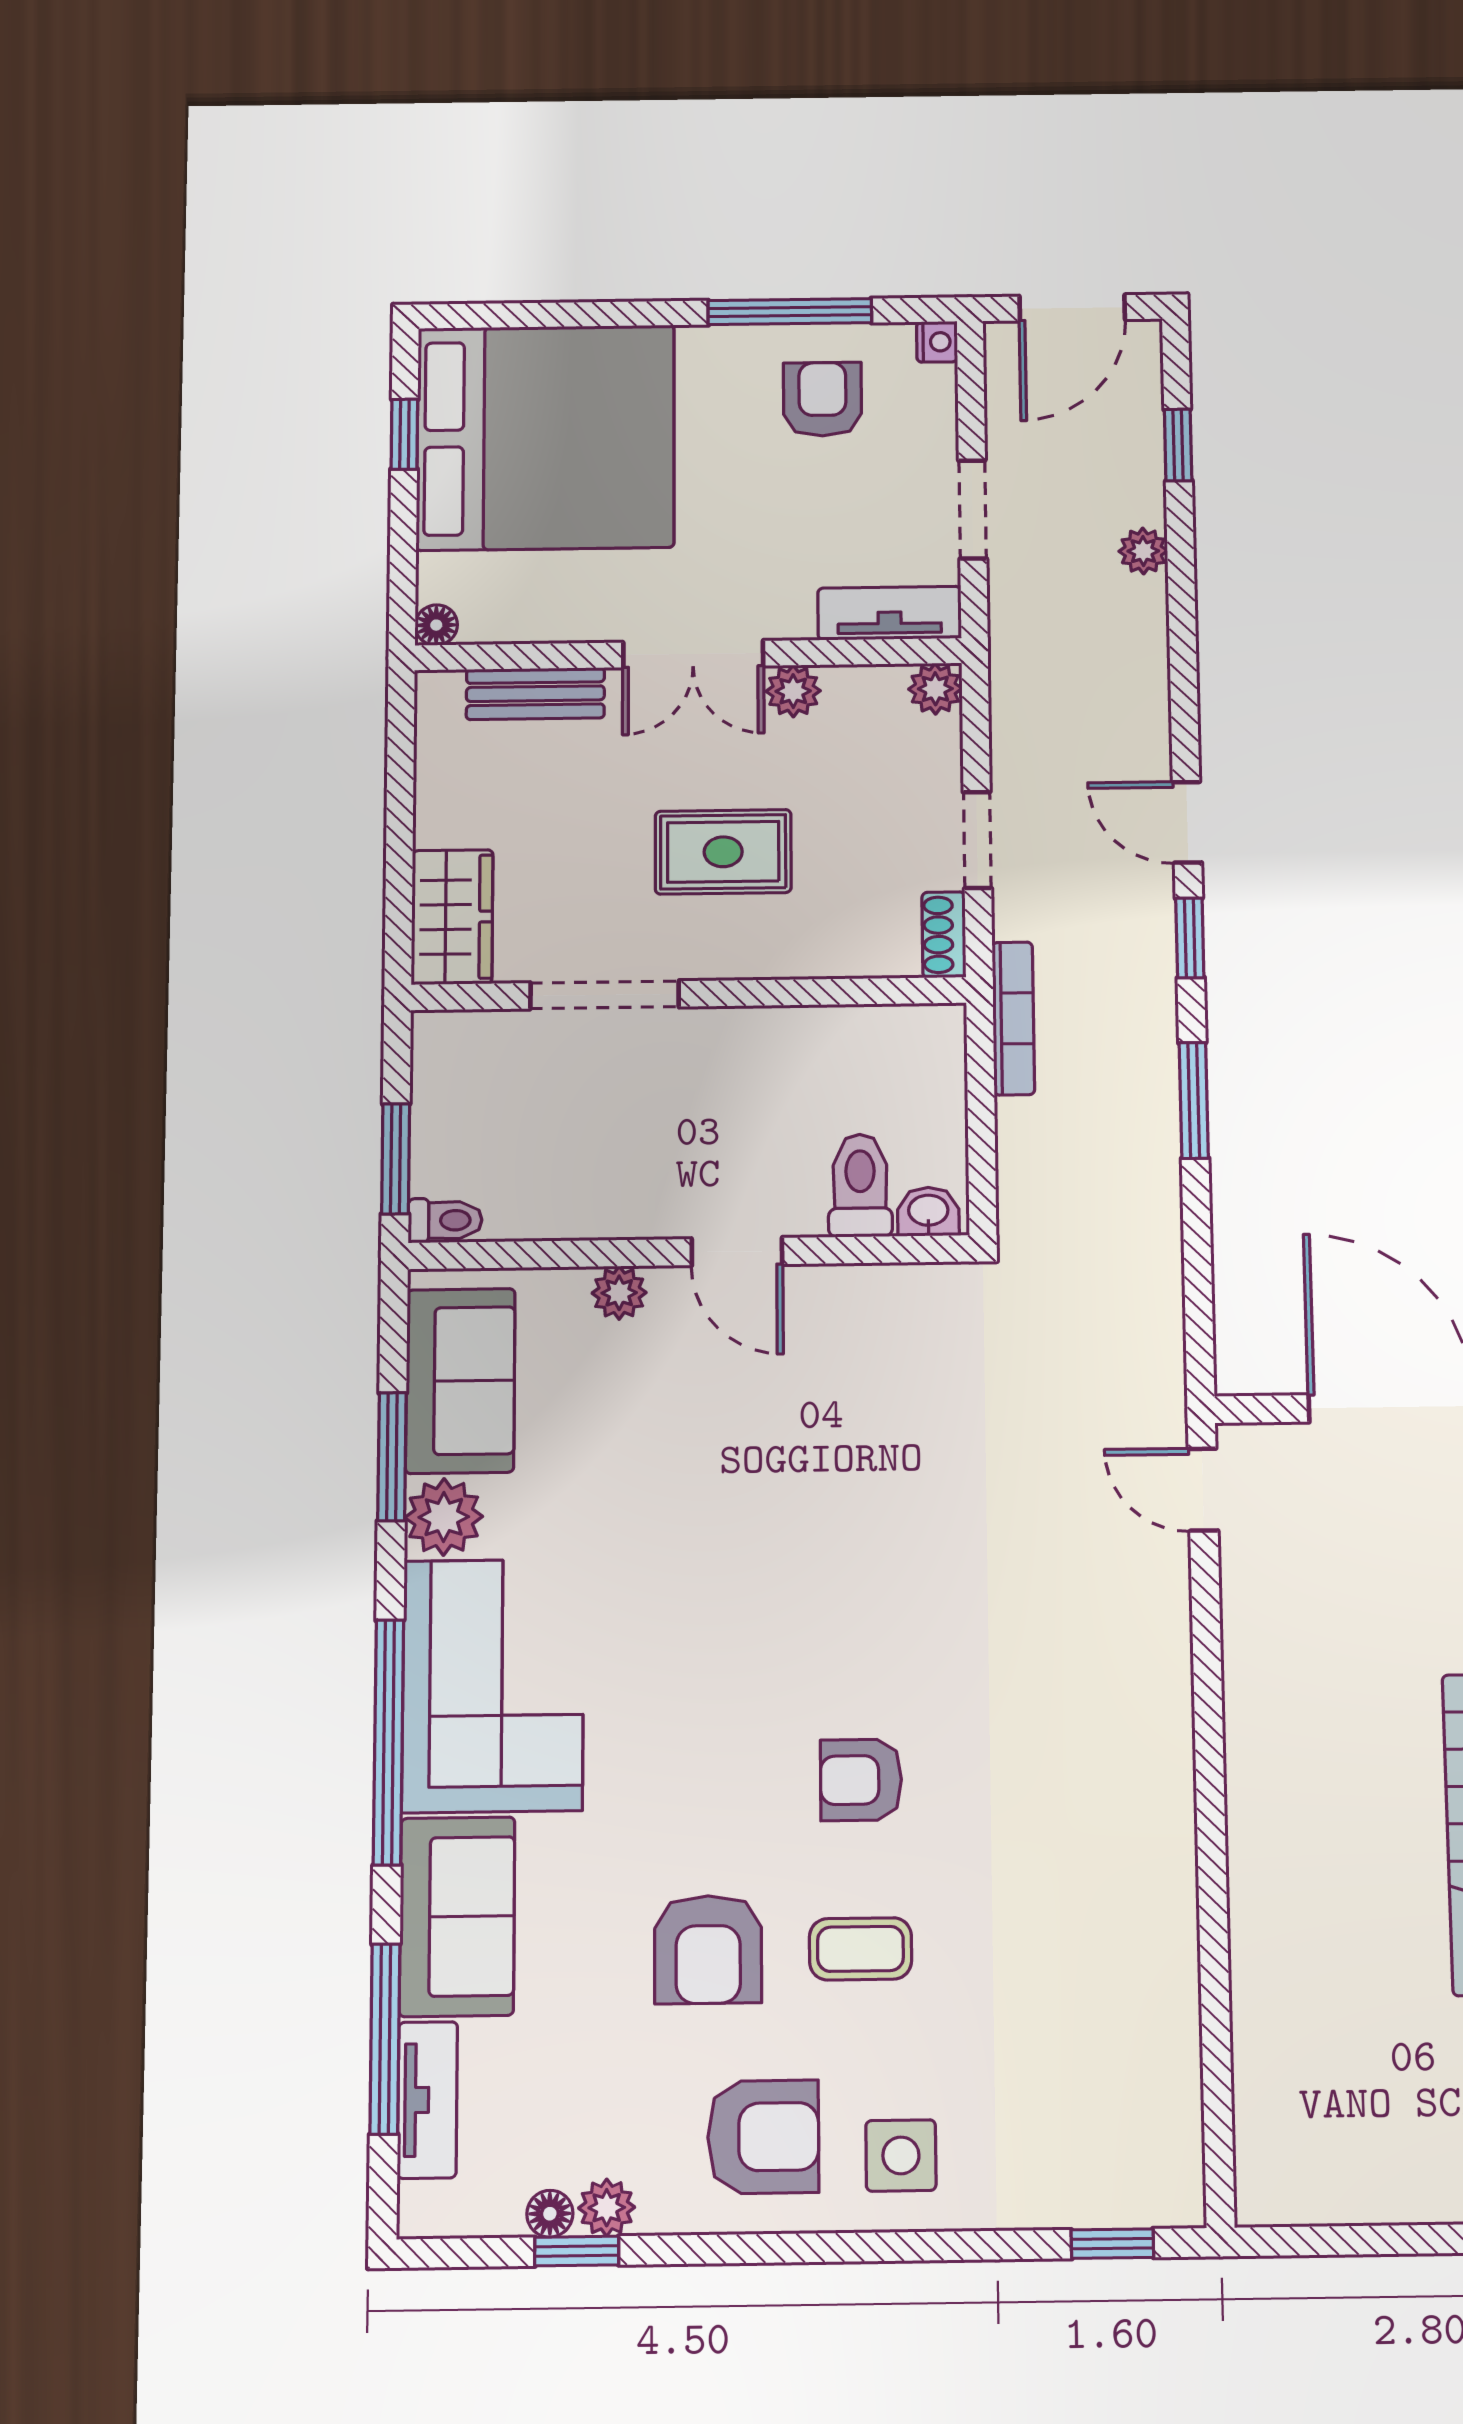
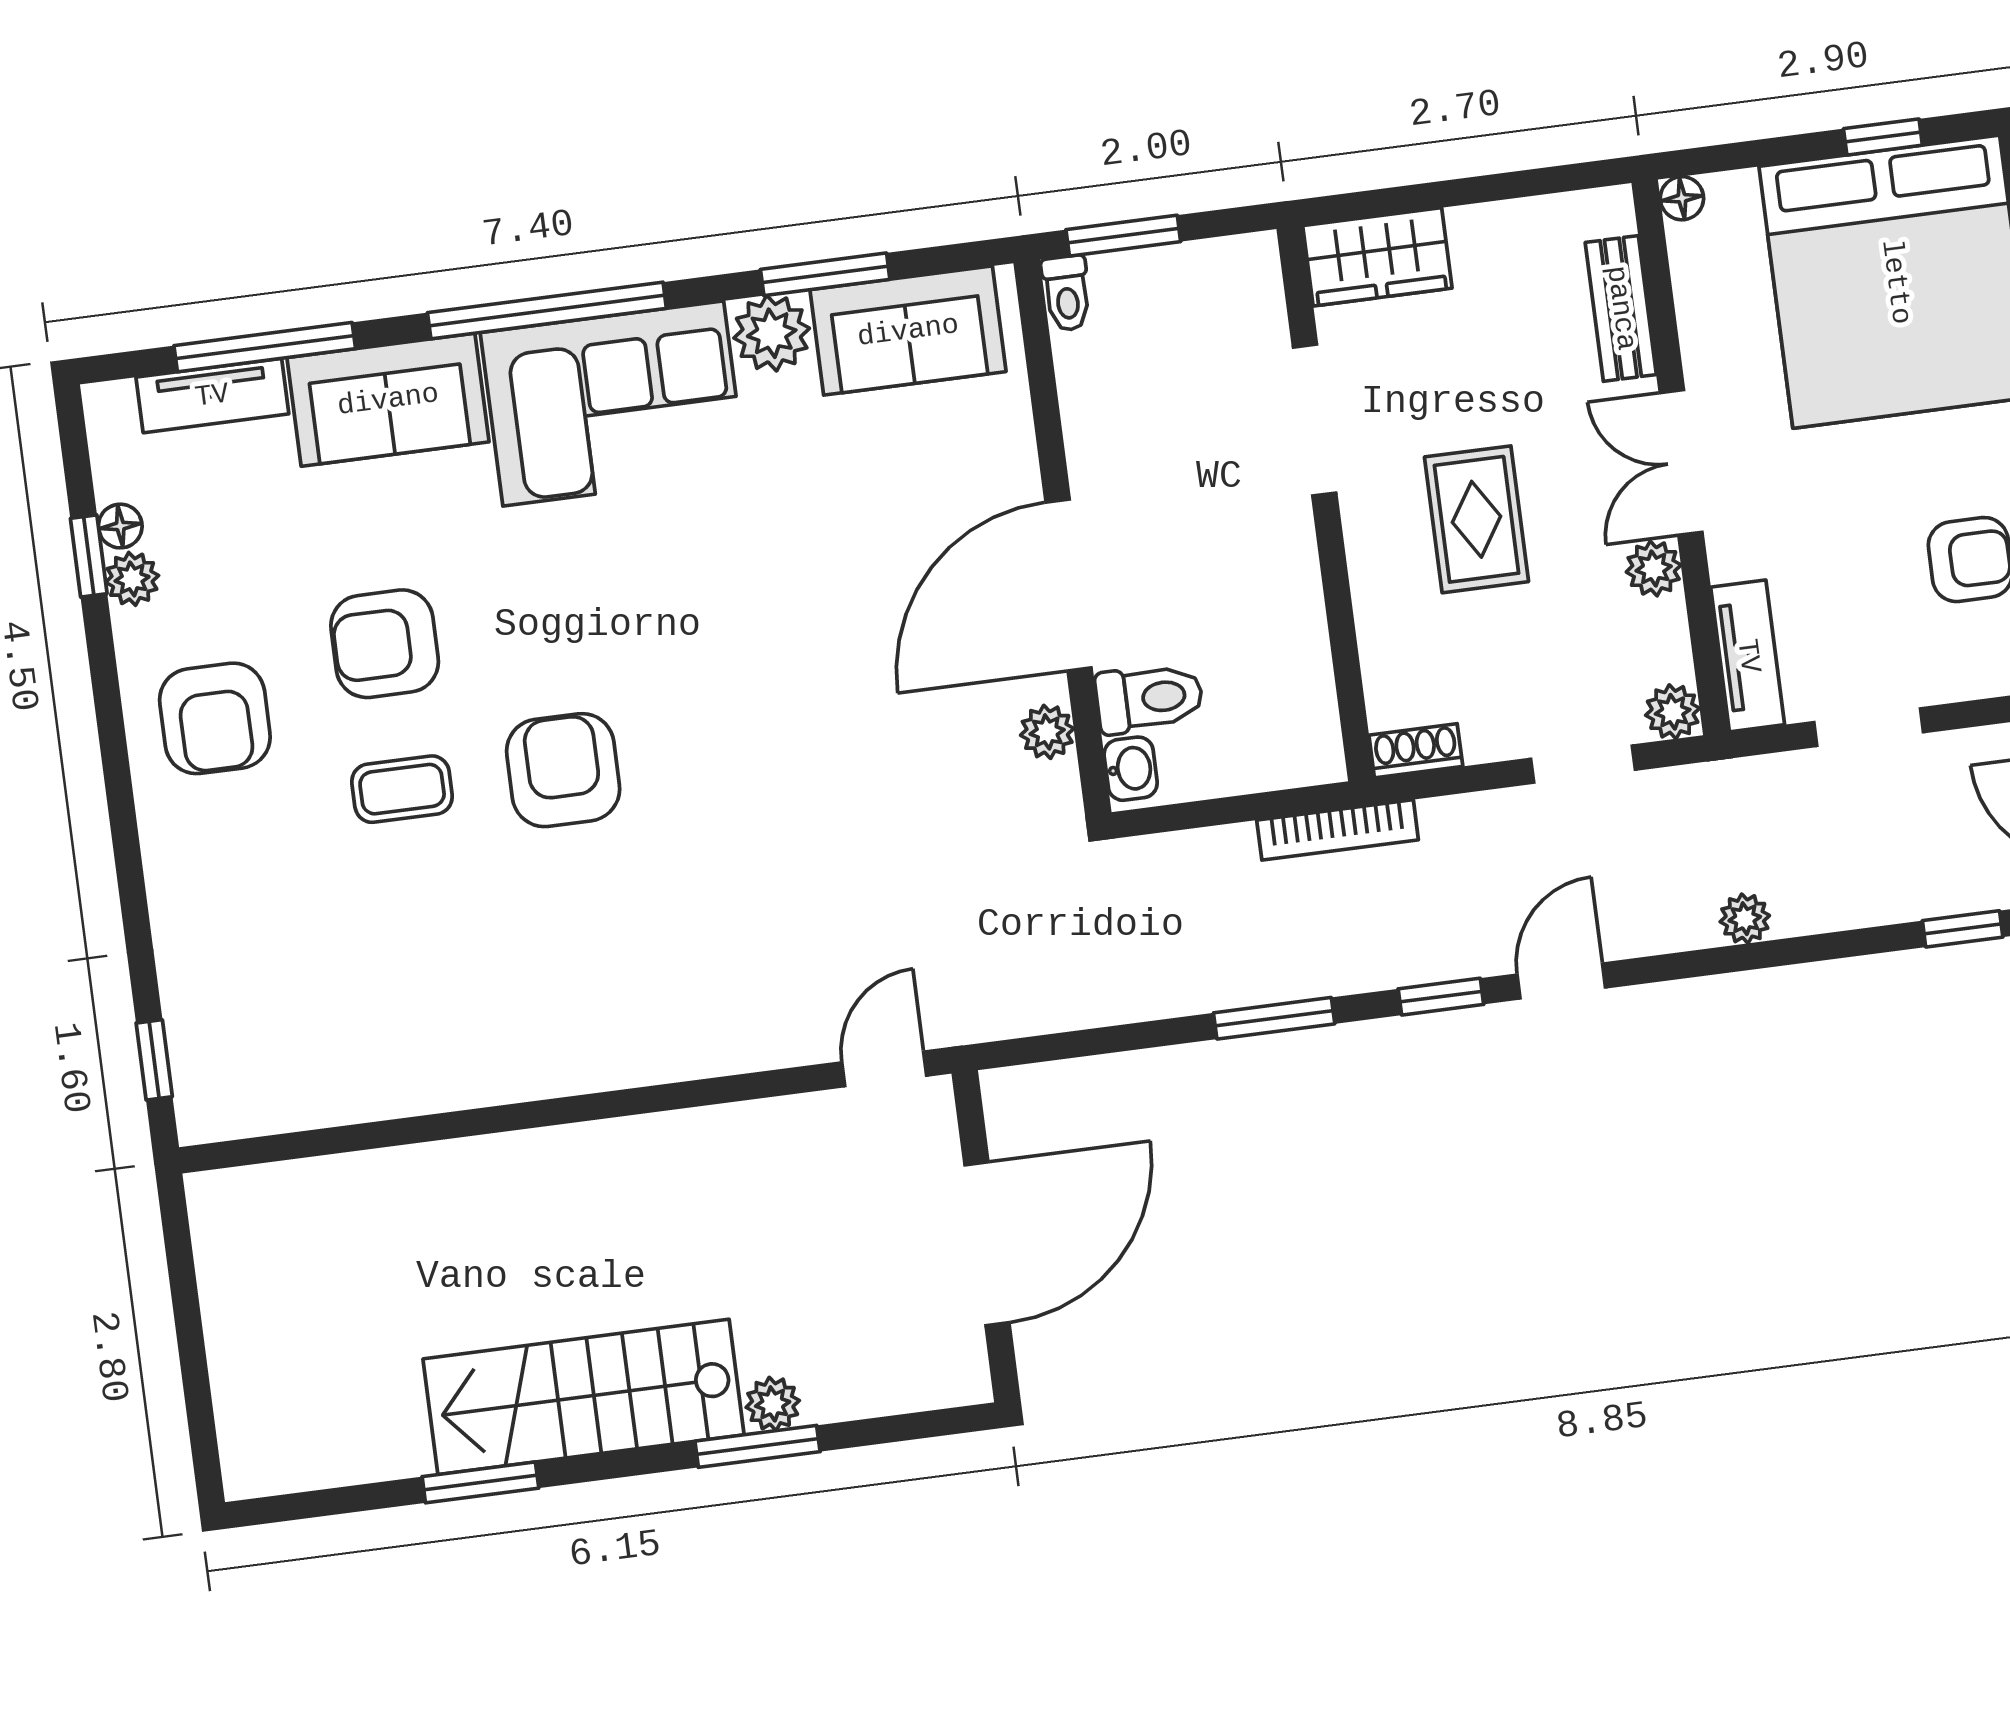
plant: (1143, 551) -> (1745, 919), moved
doorway: (977, 840) -> (1583, 764), moved
door: (737, 1252) -> (1069, 585), width x1.88
plant: (619, 1293) -> (1047, 732), moved
armchair: (861, 1780) -> (563, 770), width x1.38, depth x1.38
coffee table: (860, 1949) -> (402, 789), turned 90
side table: (901, 2155) -> (213, 851), removed

